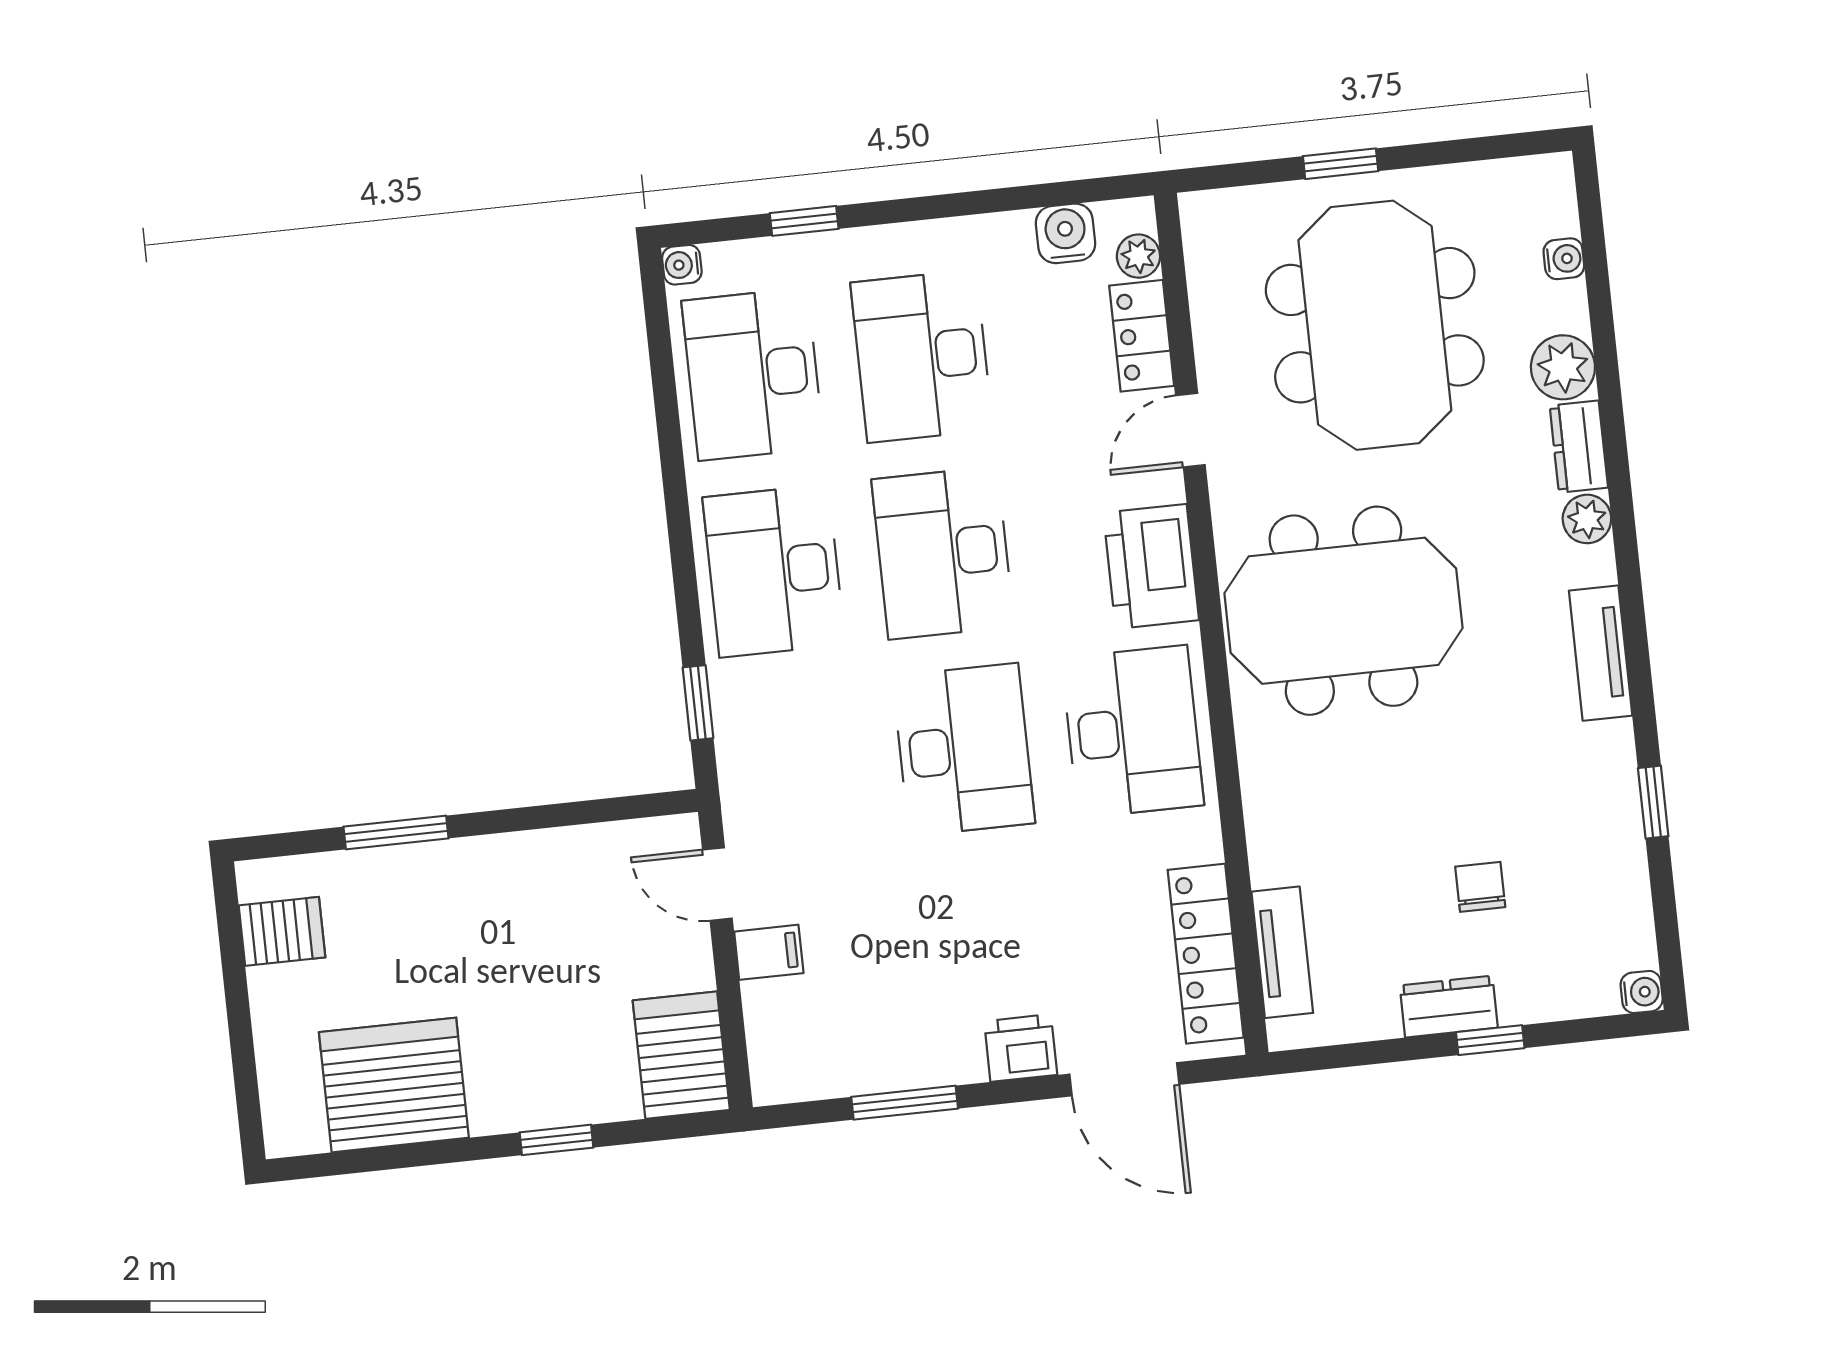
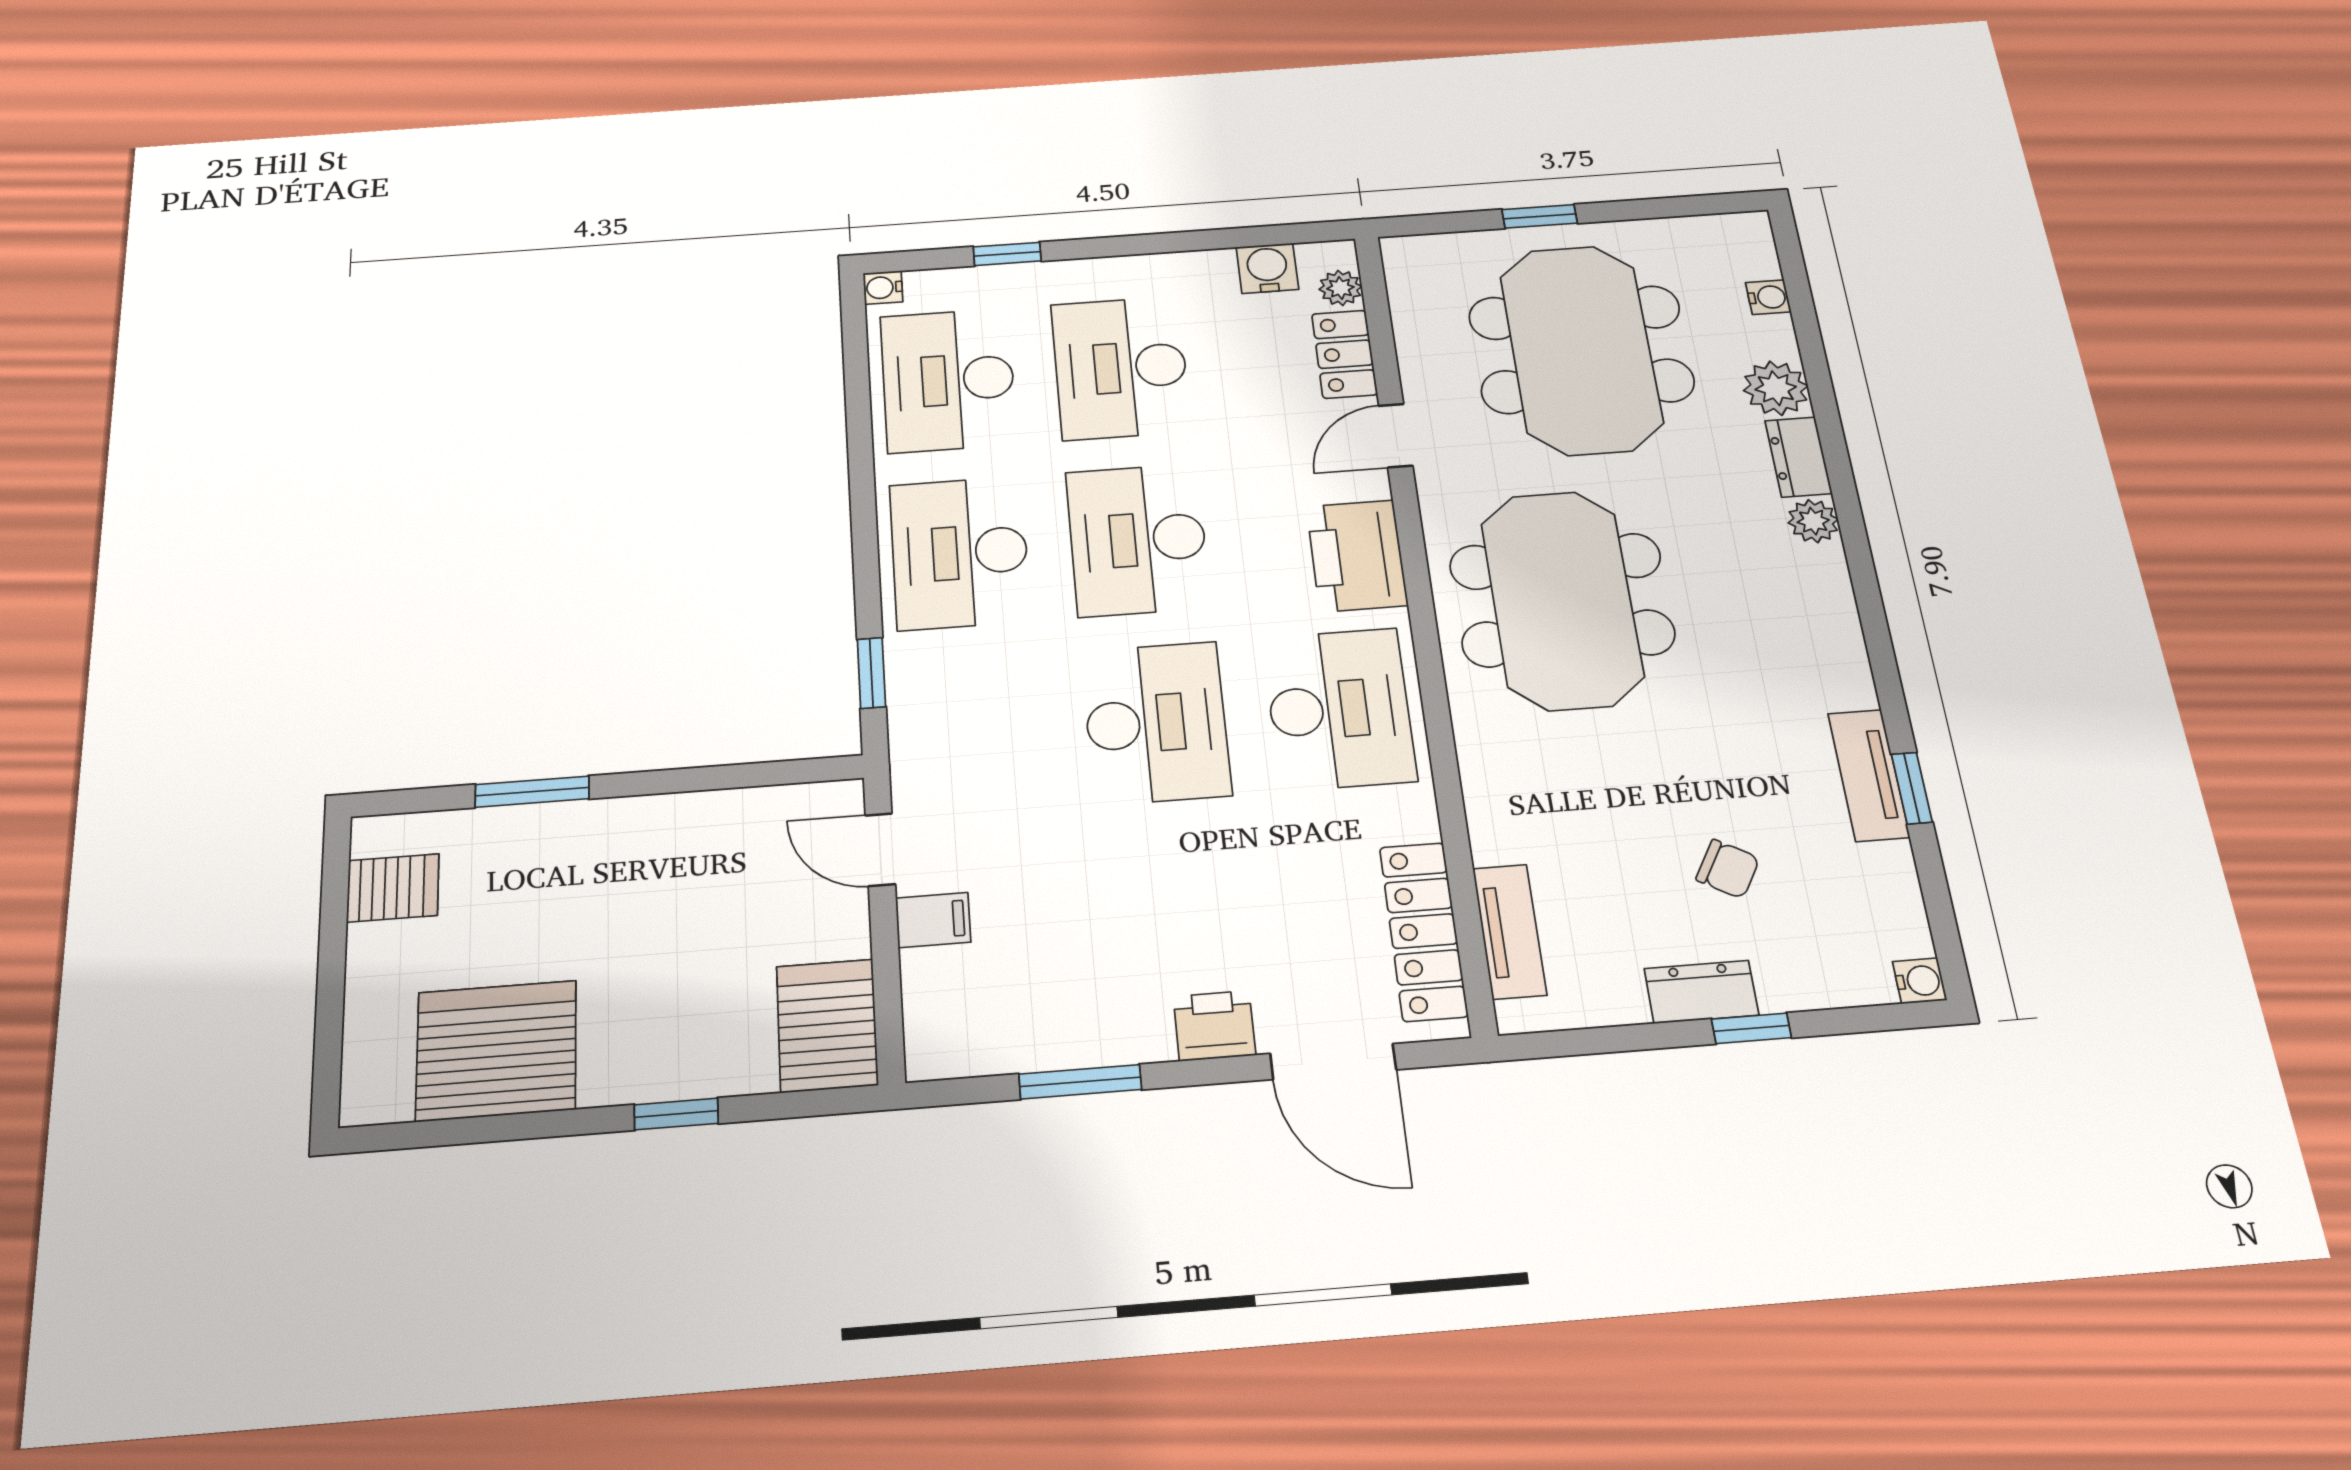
meeting table: (1343, 611) -> (1562, 600), turned 90
tv unit: (1601, 653) -> (1869, 775), moved
chair: (1480, 887) -> (1728, 869), turned 120

